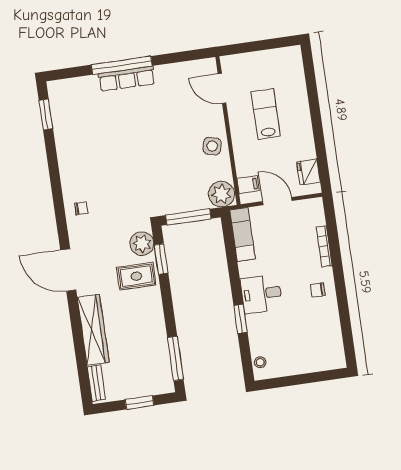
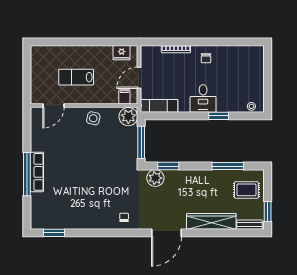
rug: (136, 276) -> (246, 190), moved, turned 90
window: (175, 358) -> (228, 166), moved
window: (139, 402) -> (268, 211), moved

